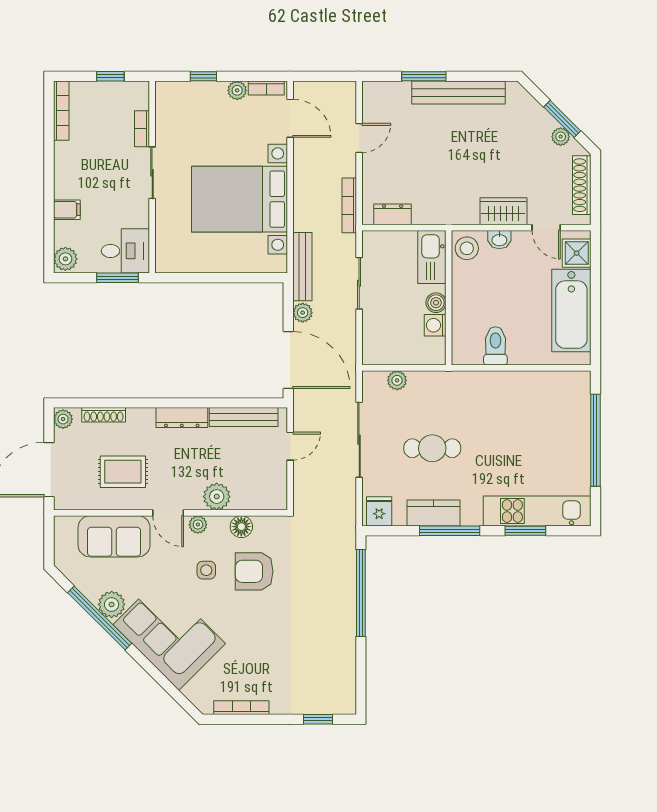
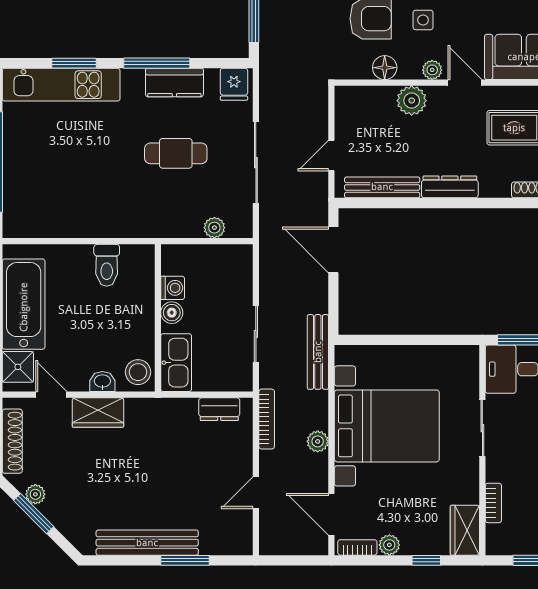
wardrobe: (168, 104) -> (465, 530), added
sliding door: (152, 173) -> (482, 428), moved
plant: (303, 313) -> (318, 441), moved
door: (288, 360) -> (333, 250), width x0.73

